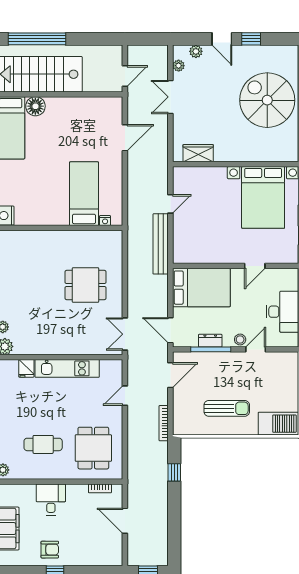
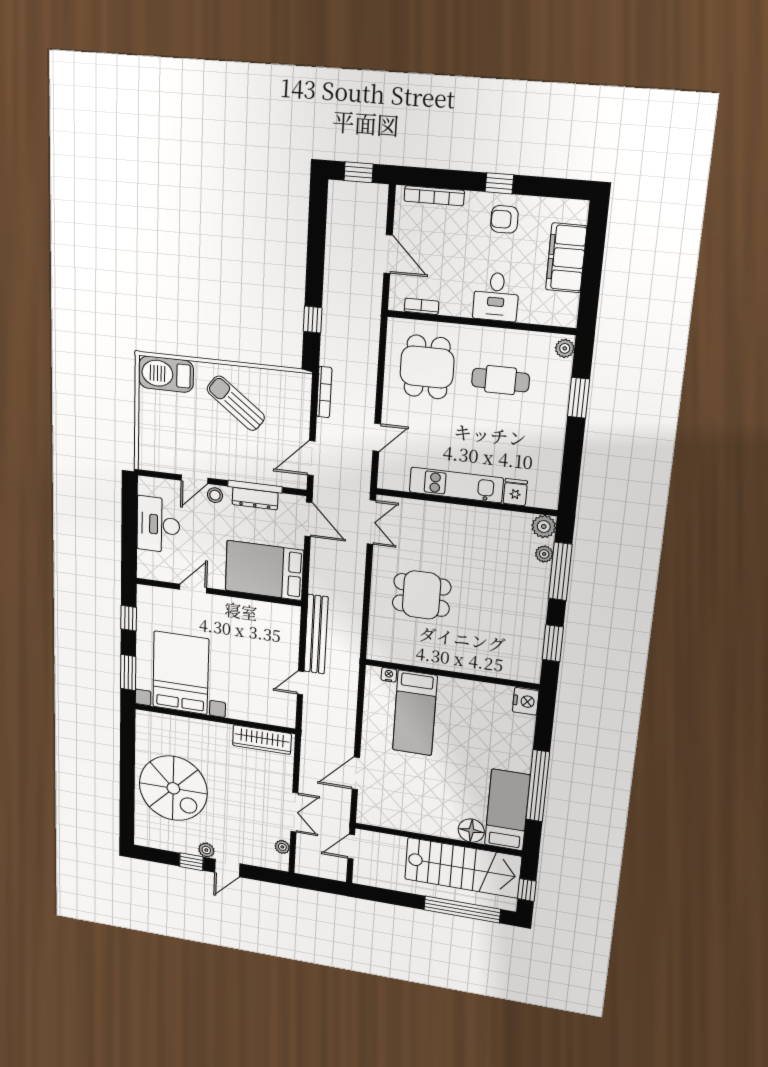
door: (222, 39) -> (227, 868), swing flipped
plant: (196, 51) -> (206, 850), moved
wardrobe: (198, 153) -> (262, 740), width x1.50
dresser: (210, 341) -> (255, 499), width x1.44
sun lounger: (227, 408) -> (236, 403), turned 37
bookcase: (97, 561) -> (434, 196), added

